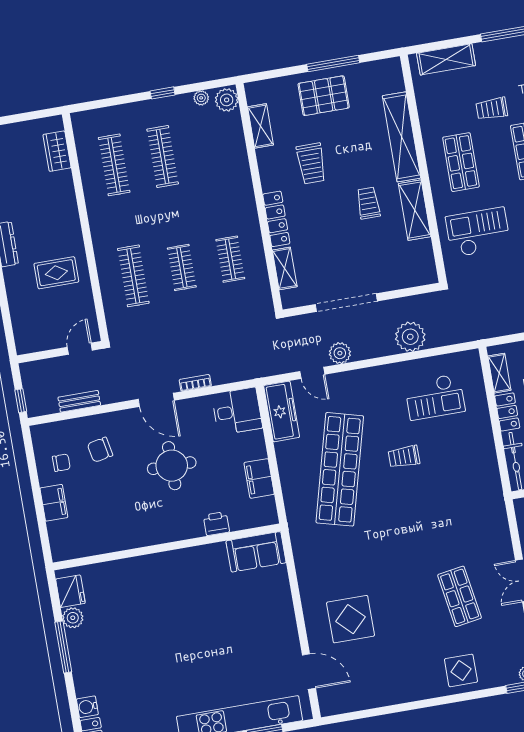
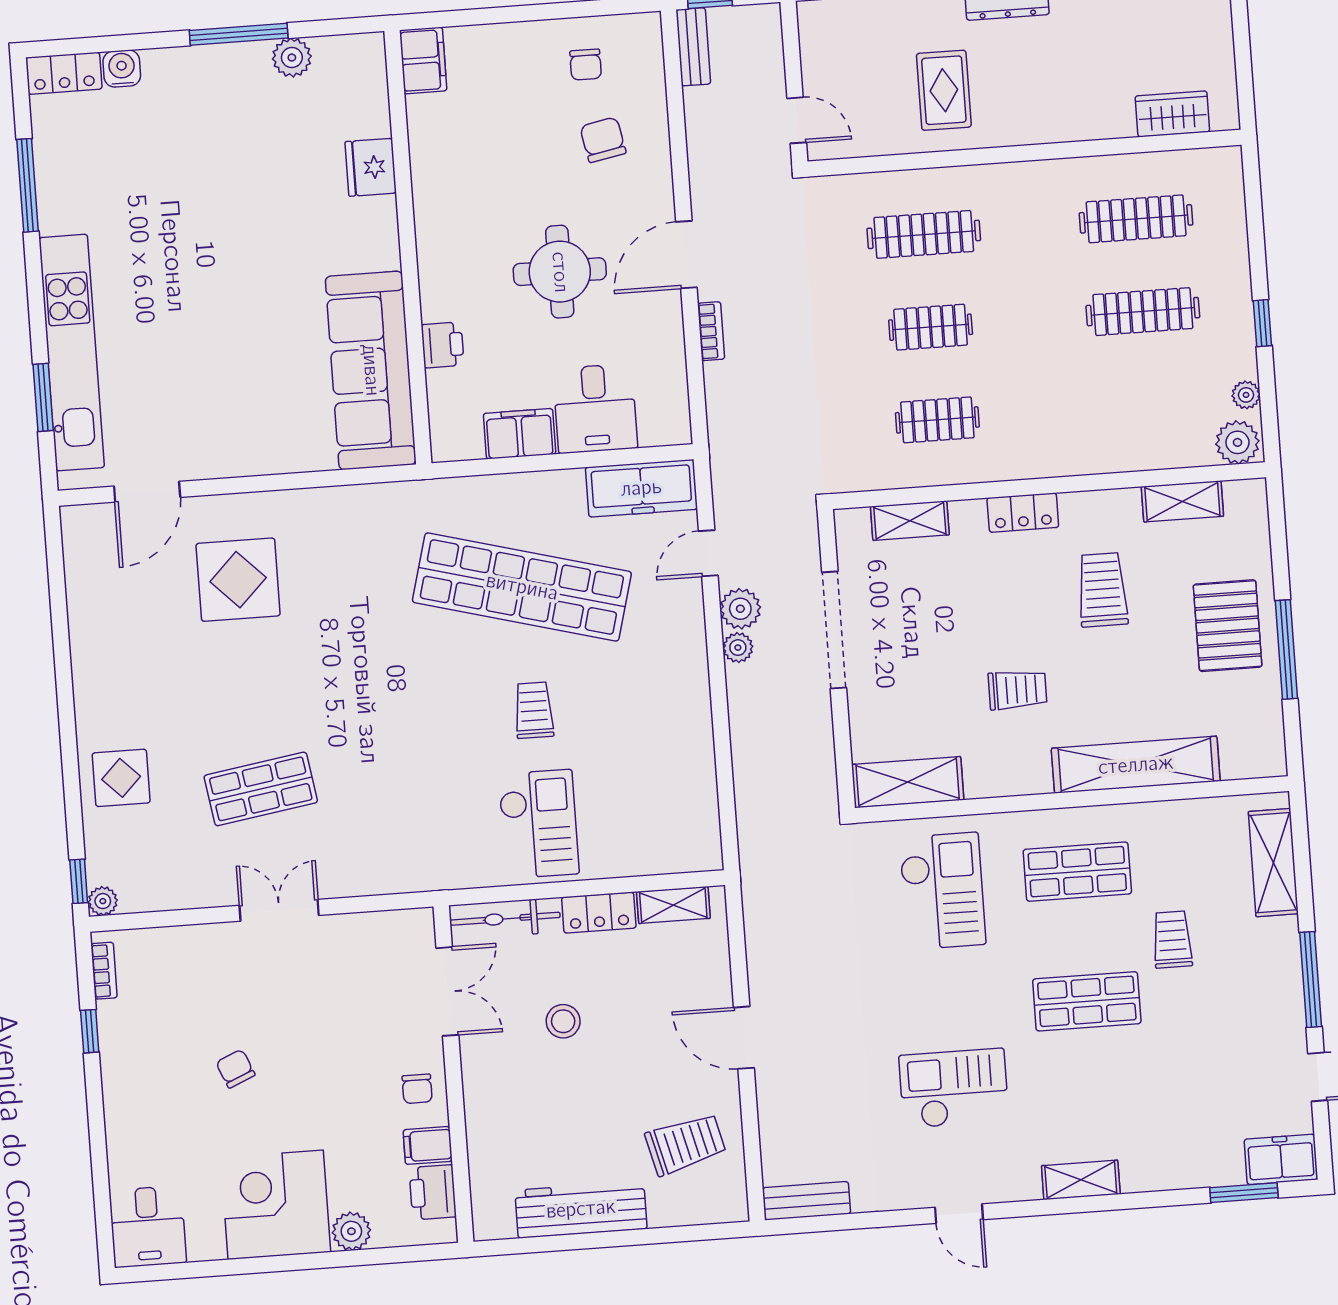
trolley: (311, 163) -> (1102, 590), turned 90
shelving: (415, 210) -> (908, 782), moved
locker: (276, 219) -> (1023, 513), width x0.66
plant: (410, 337) -> (738, 648), moved, width x0.53, depth x0.53
checkout: (435, 397) -> (539, 824), moved, turned 180
bench: (79, 401) -> (693, 47), moved
desk: (237, 411) -> (595, 408), moved
filing cabinet: (54, 503) -> (423, 60), moved, turned -90
sofa: (256, 552) -> (371, 370), width x1.85, depth x1.27
fridge: (70, 591) -> (371, 167), moved, turned 90

